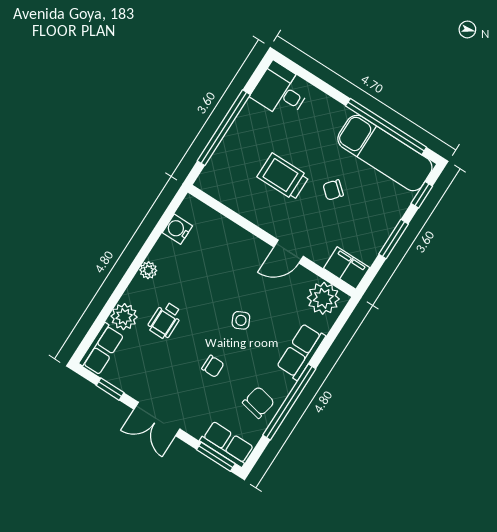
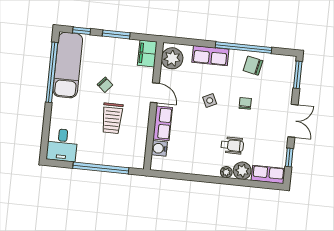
water cooler: (177, 229) -> (159, 148), moved, turned 90
plant: (148, 270) -> (226, 172), moved
row of seats: (227, 444) -> (163, 123), moved, turned 180

